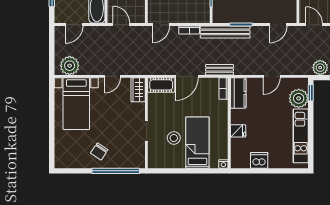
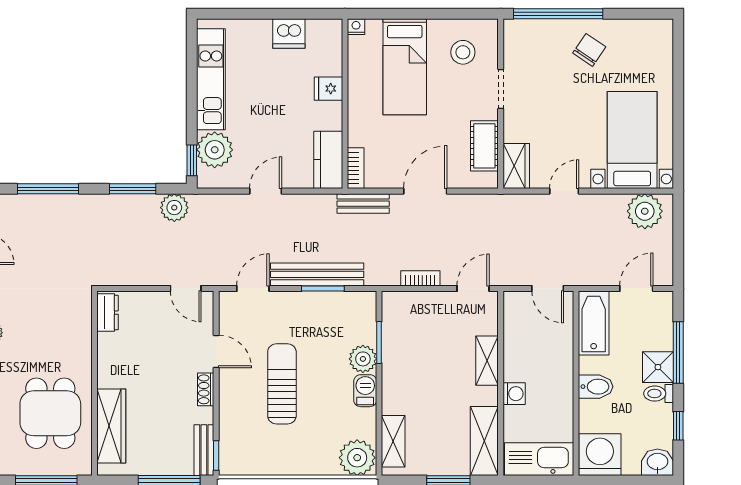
bench: (225, 32) -> (317, 274), moved
cot: (161, 85) -> (484, 146), moved, turned 90
stool: (174, 138) -> (463, 52), moved

